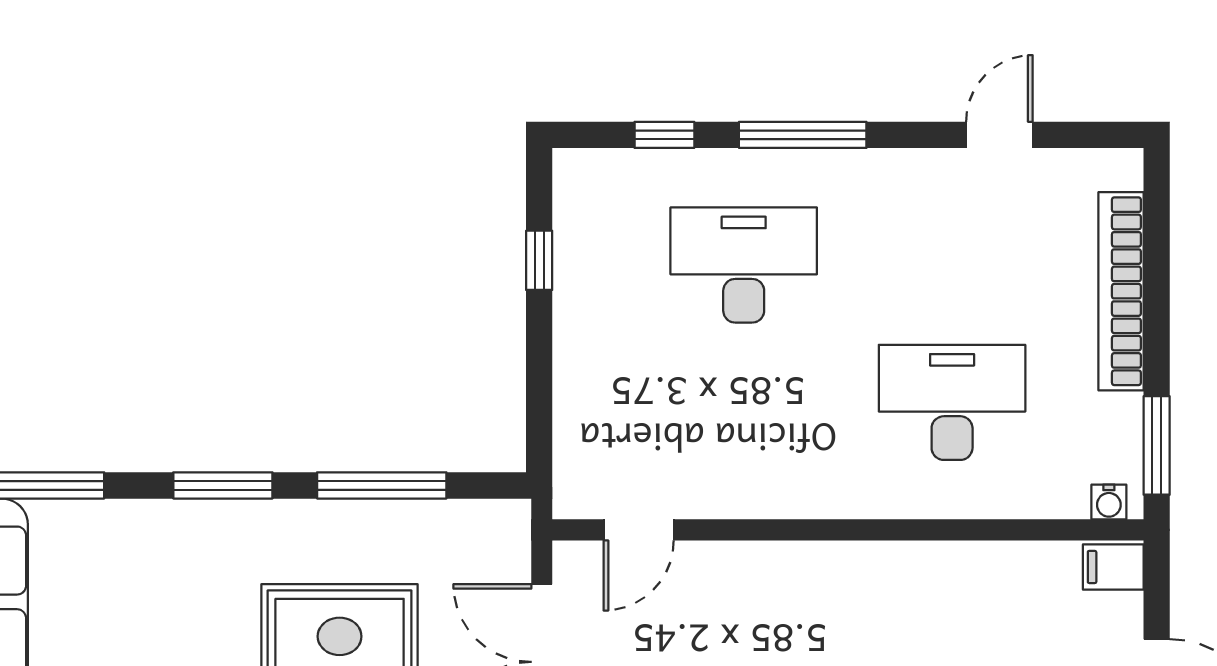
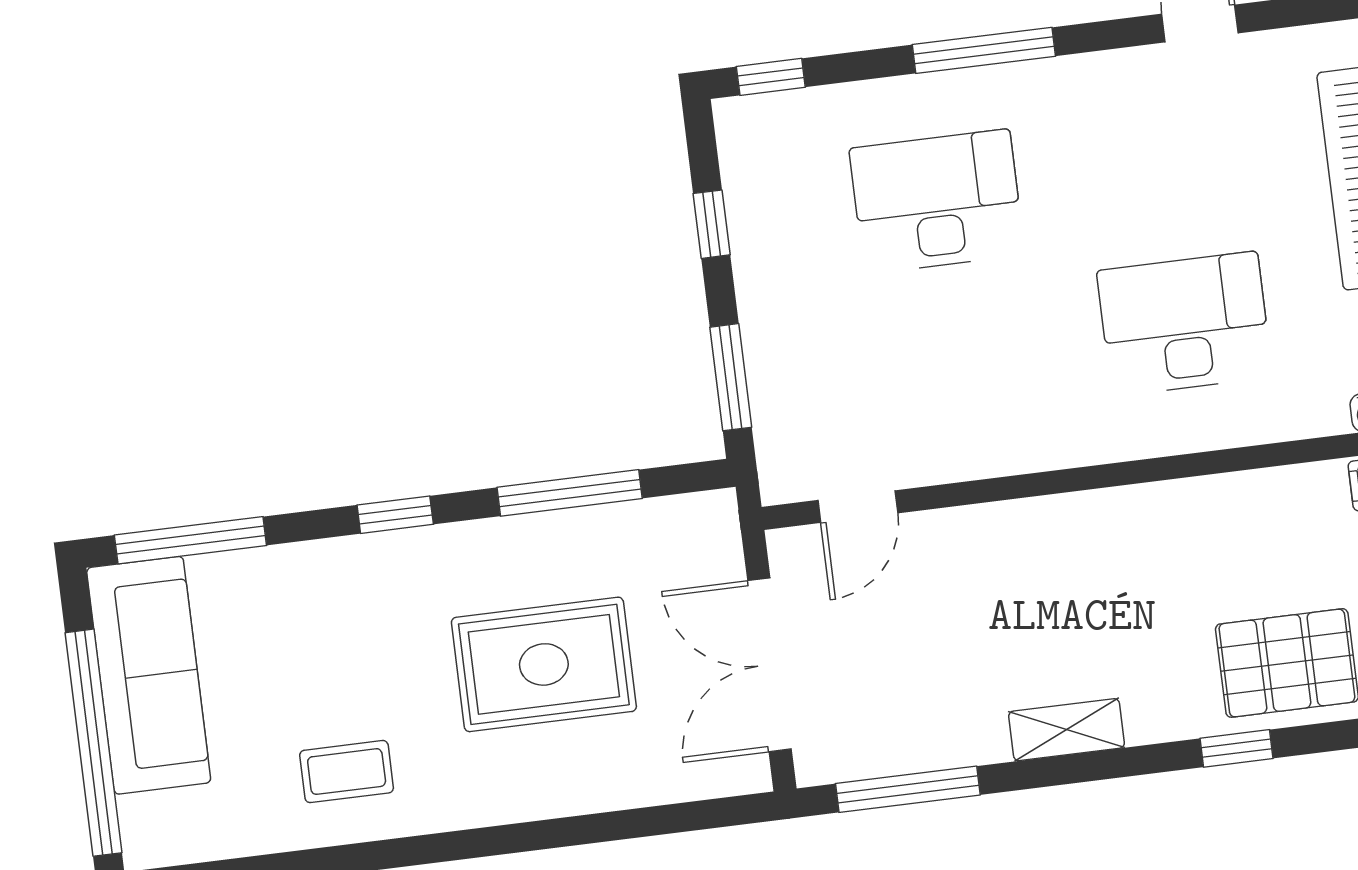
window: (664, 135) -> (771, 77), moved
window: (539, 400) -> (731, 377), added
window: (223, 485) -> (395, 515), width x0.67

